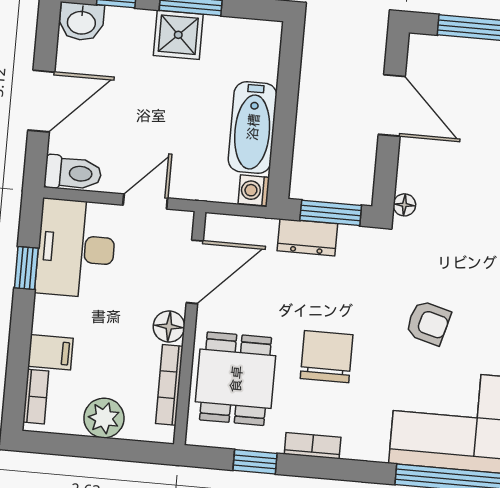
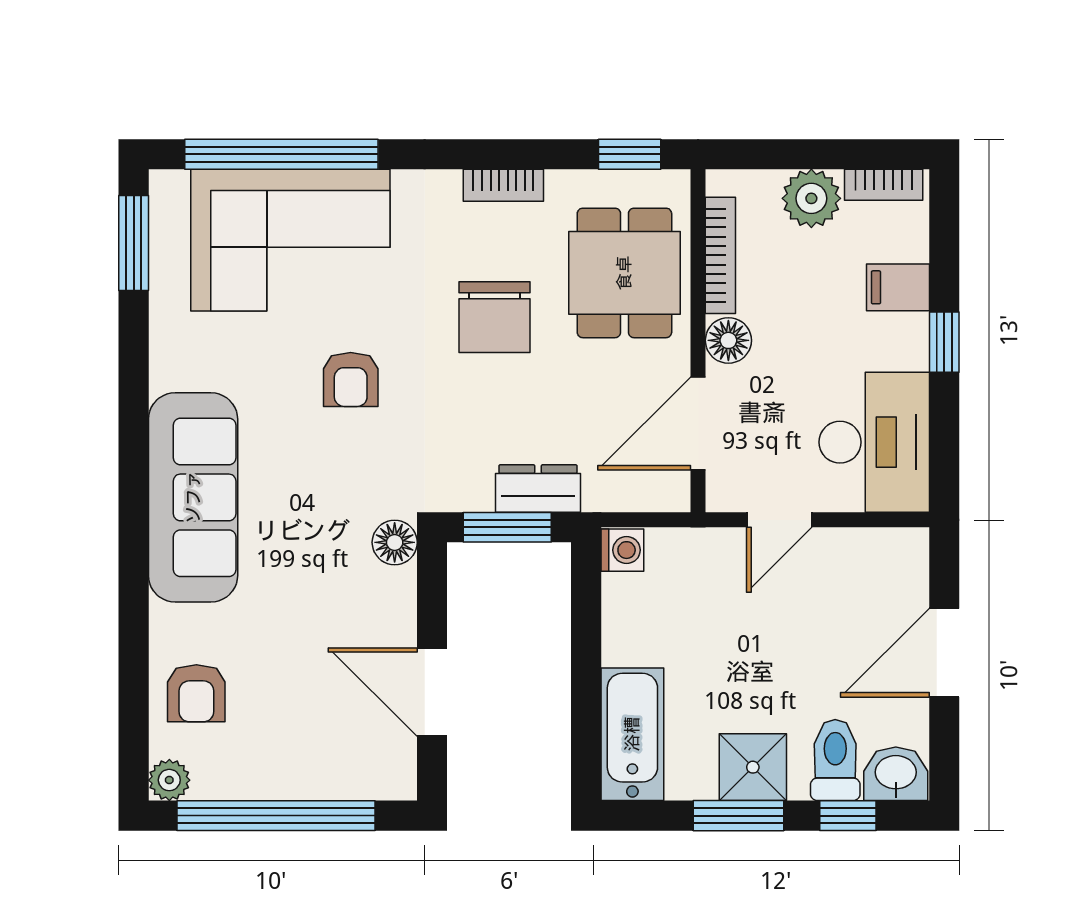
bathtub: (253, 127) -> (632, 734), moved
toilet: (73, 173) -> (835, 760), moved, turned 90
floor lamp: (404, 205) -> (395, 542), width x1.37, depth x1.37
window: (26, 268) -> (944, 342), moved
armchair: (428, 323) -> (351, 379), turned -105
bookcase: (36, 397) -> (884, 185), moved, turned -90
window: (255, 462) -> (630, 154), moved

